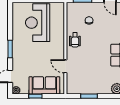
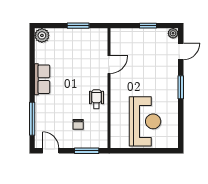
door: (65, 66) -> (109, 65), hinge flipped
sofa: (44, 85) -> (136, 40), removed

